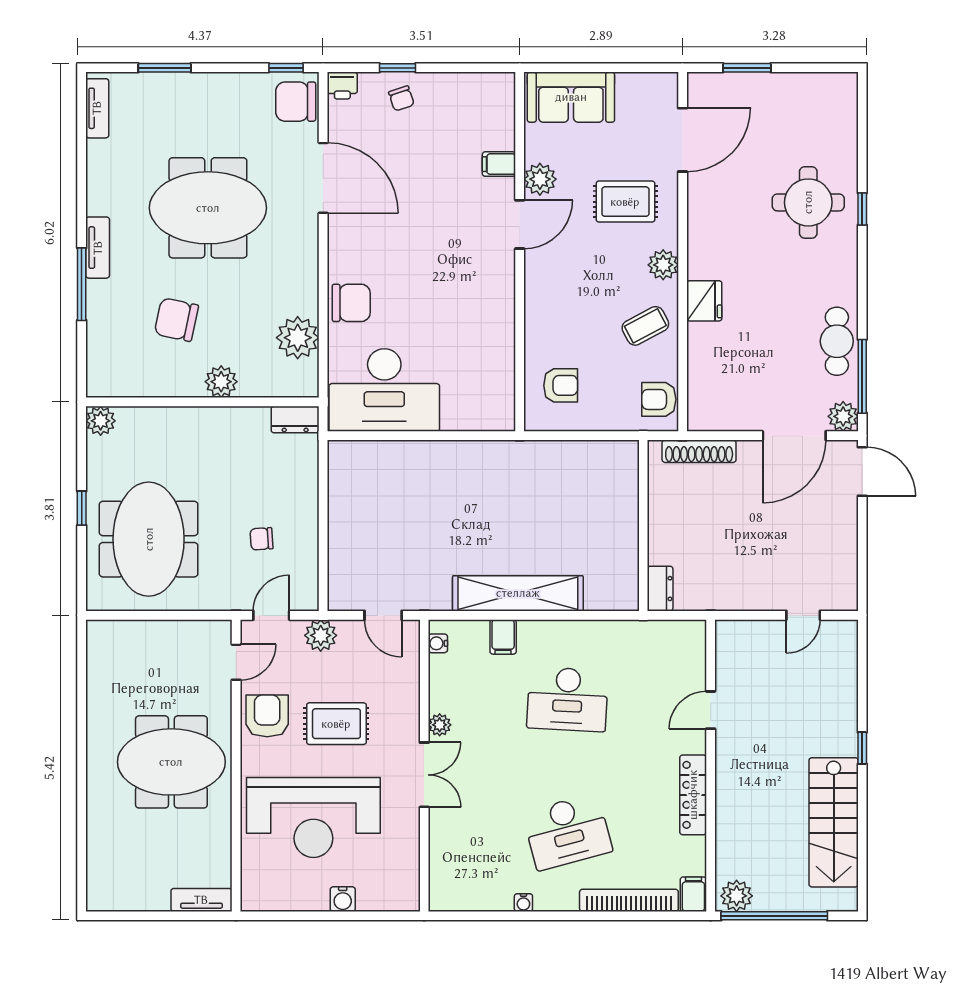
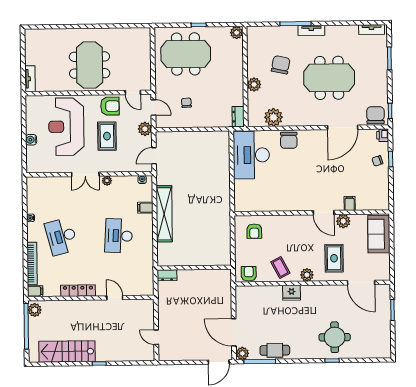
meeting table: (208, 208) -> (329, 78), turned 90
shoe rack: (699, 451) -> (227, 291), removed

